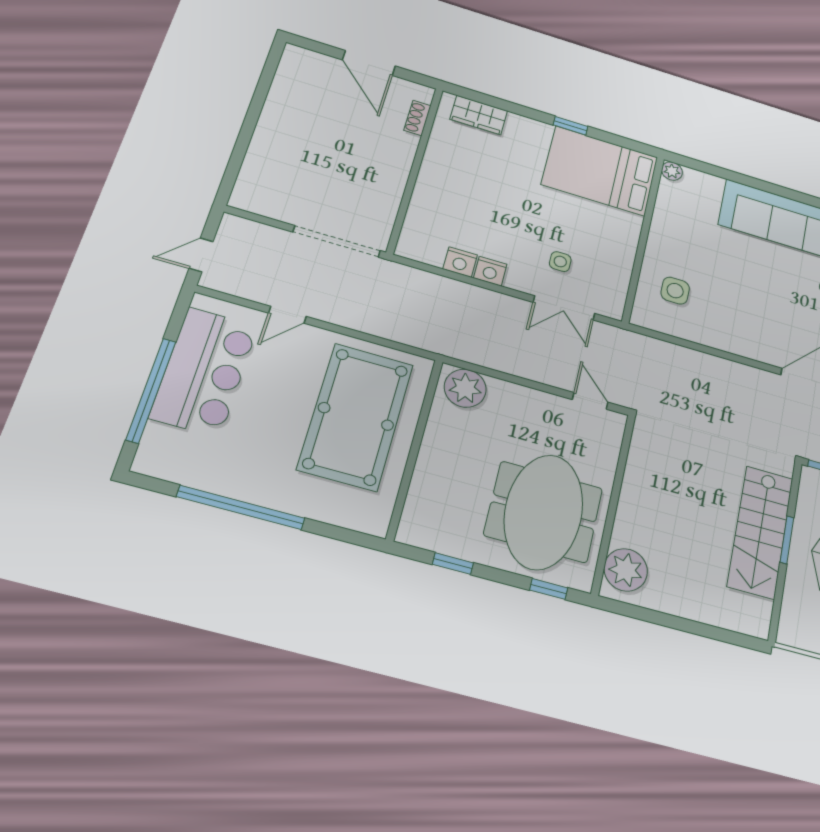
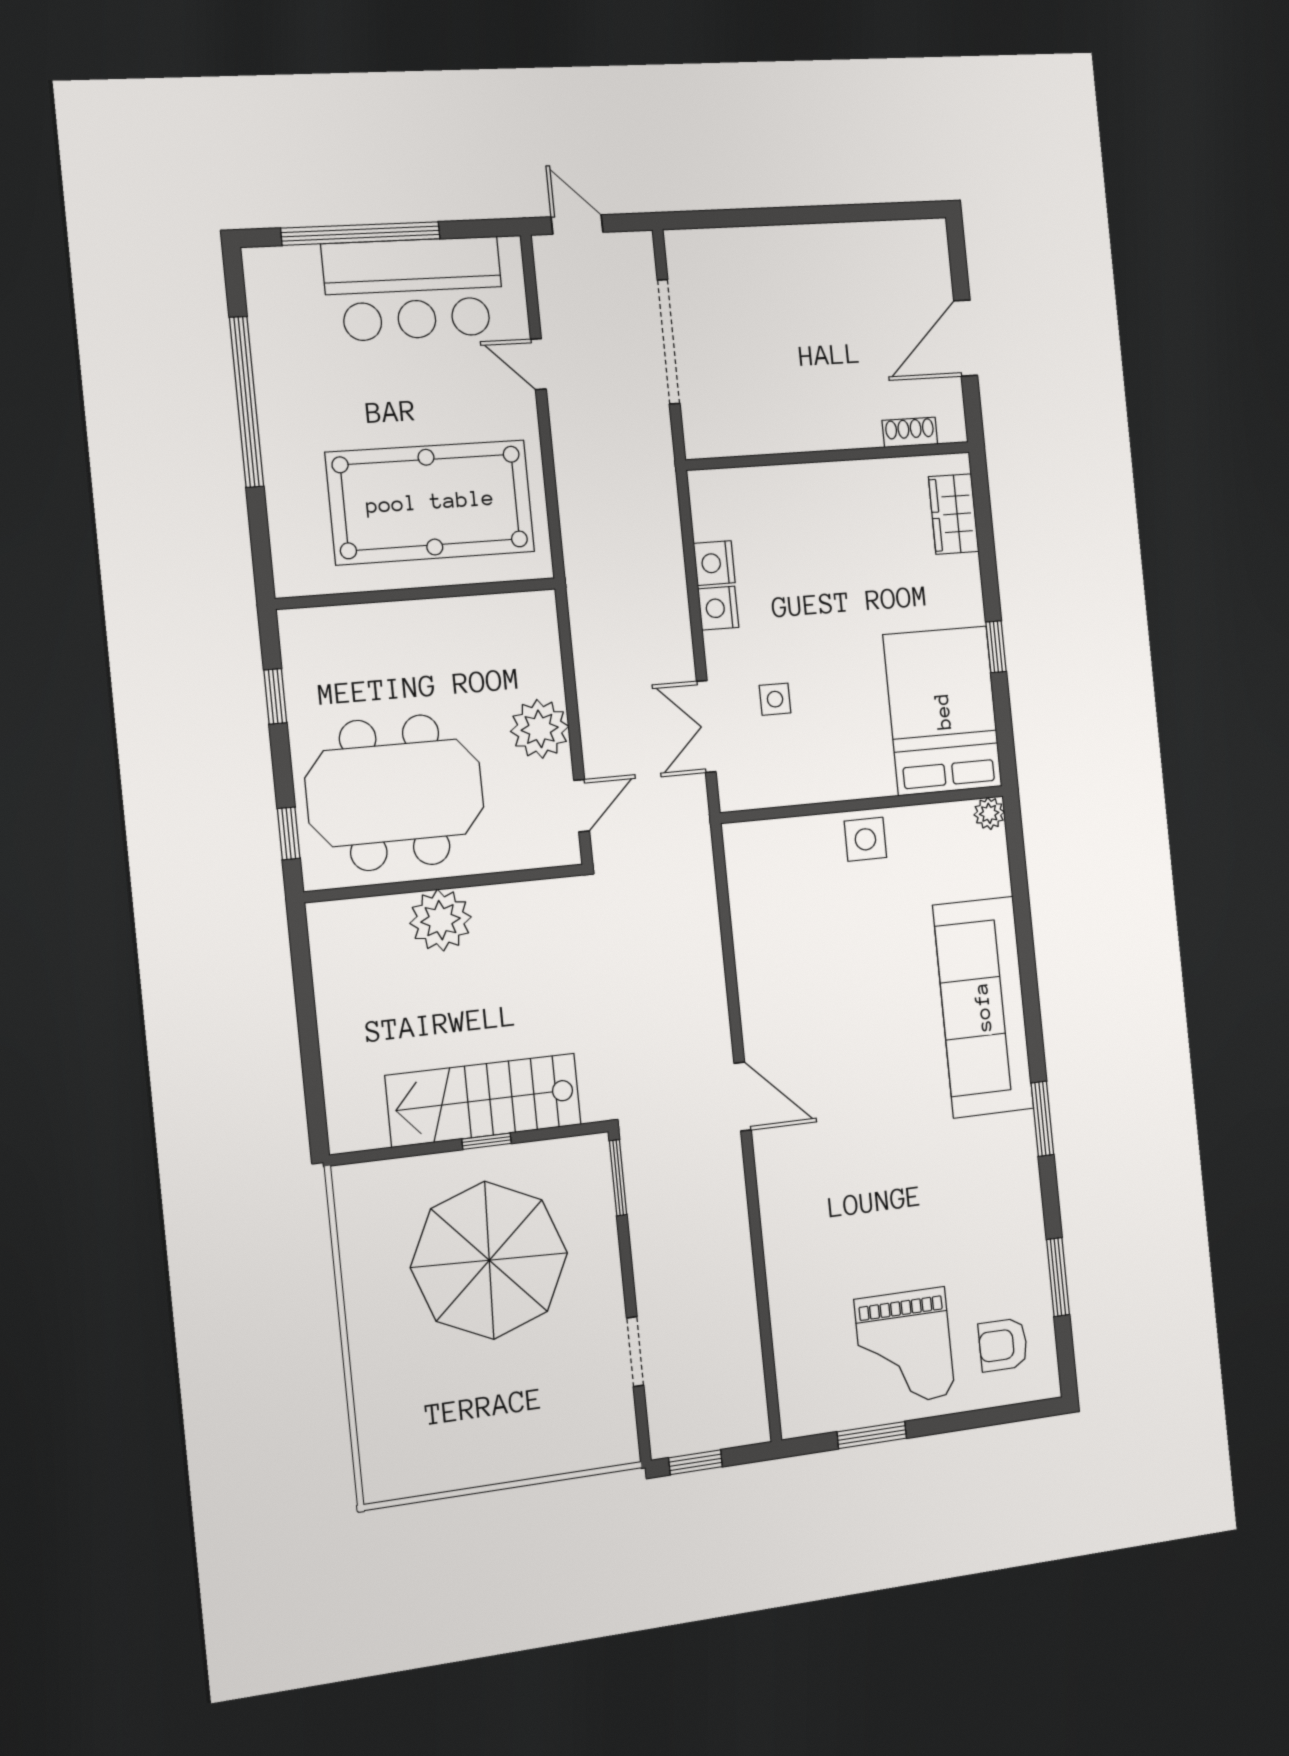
doorway: (337, 241) -> (669, 342), moved
side table: (675, 291) -> (865, 839), moved
plant: (465, 388) -> (540, 729), moved
window: (787, 540) -> (487, 1141), width x0.67
plant: (626, 570) -> (441, 920), moved

